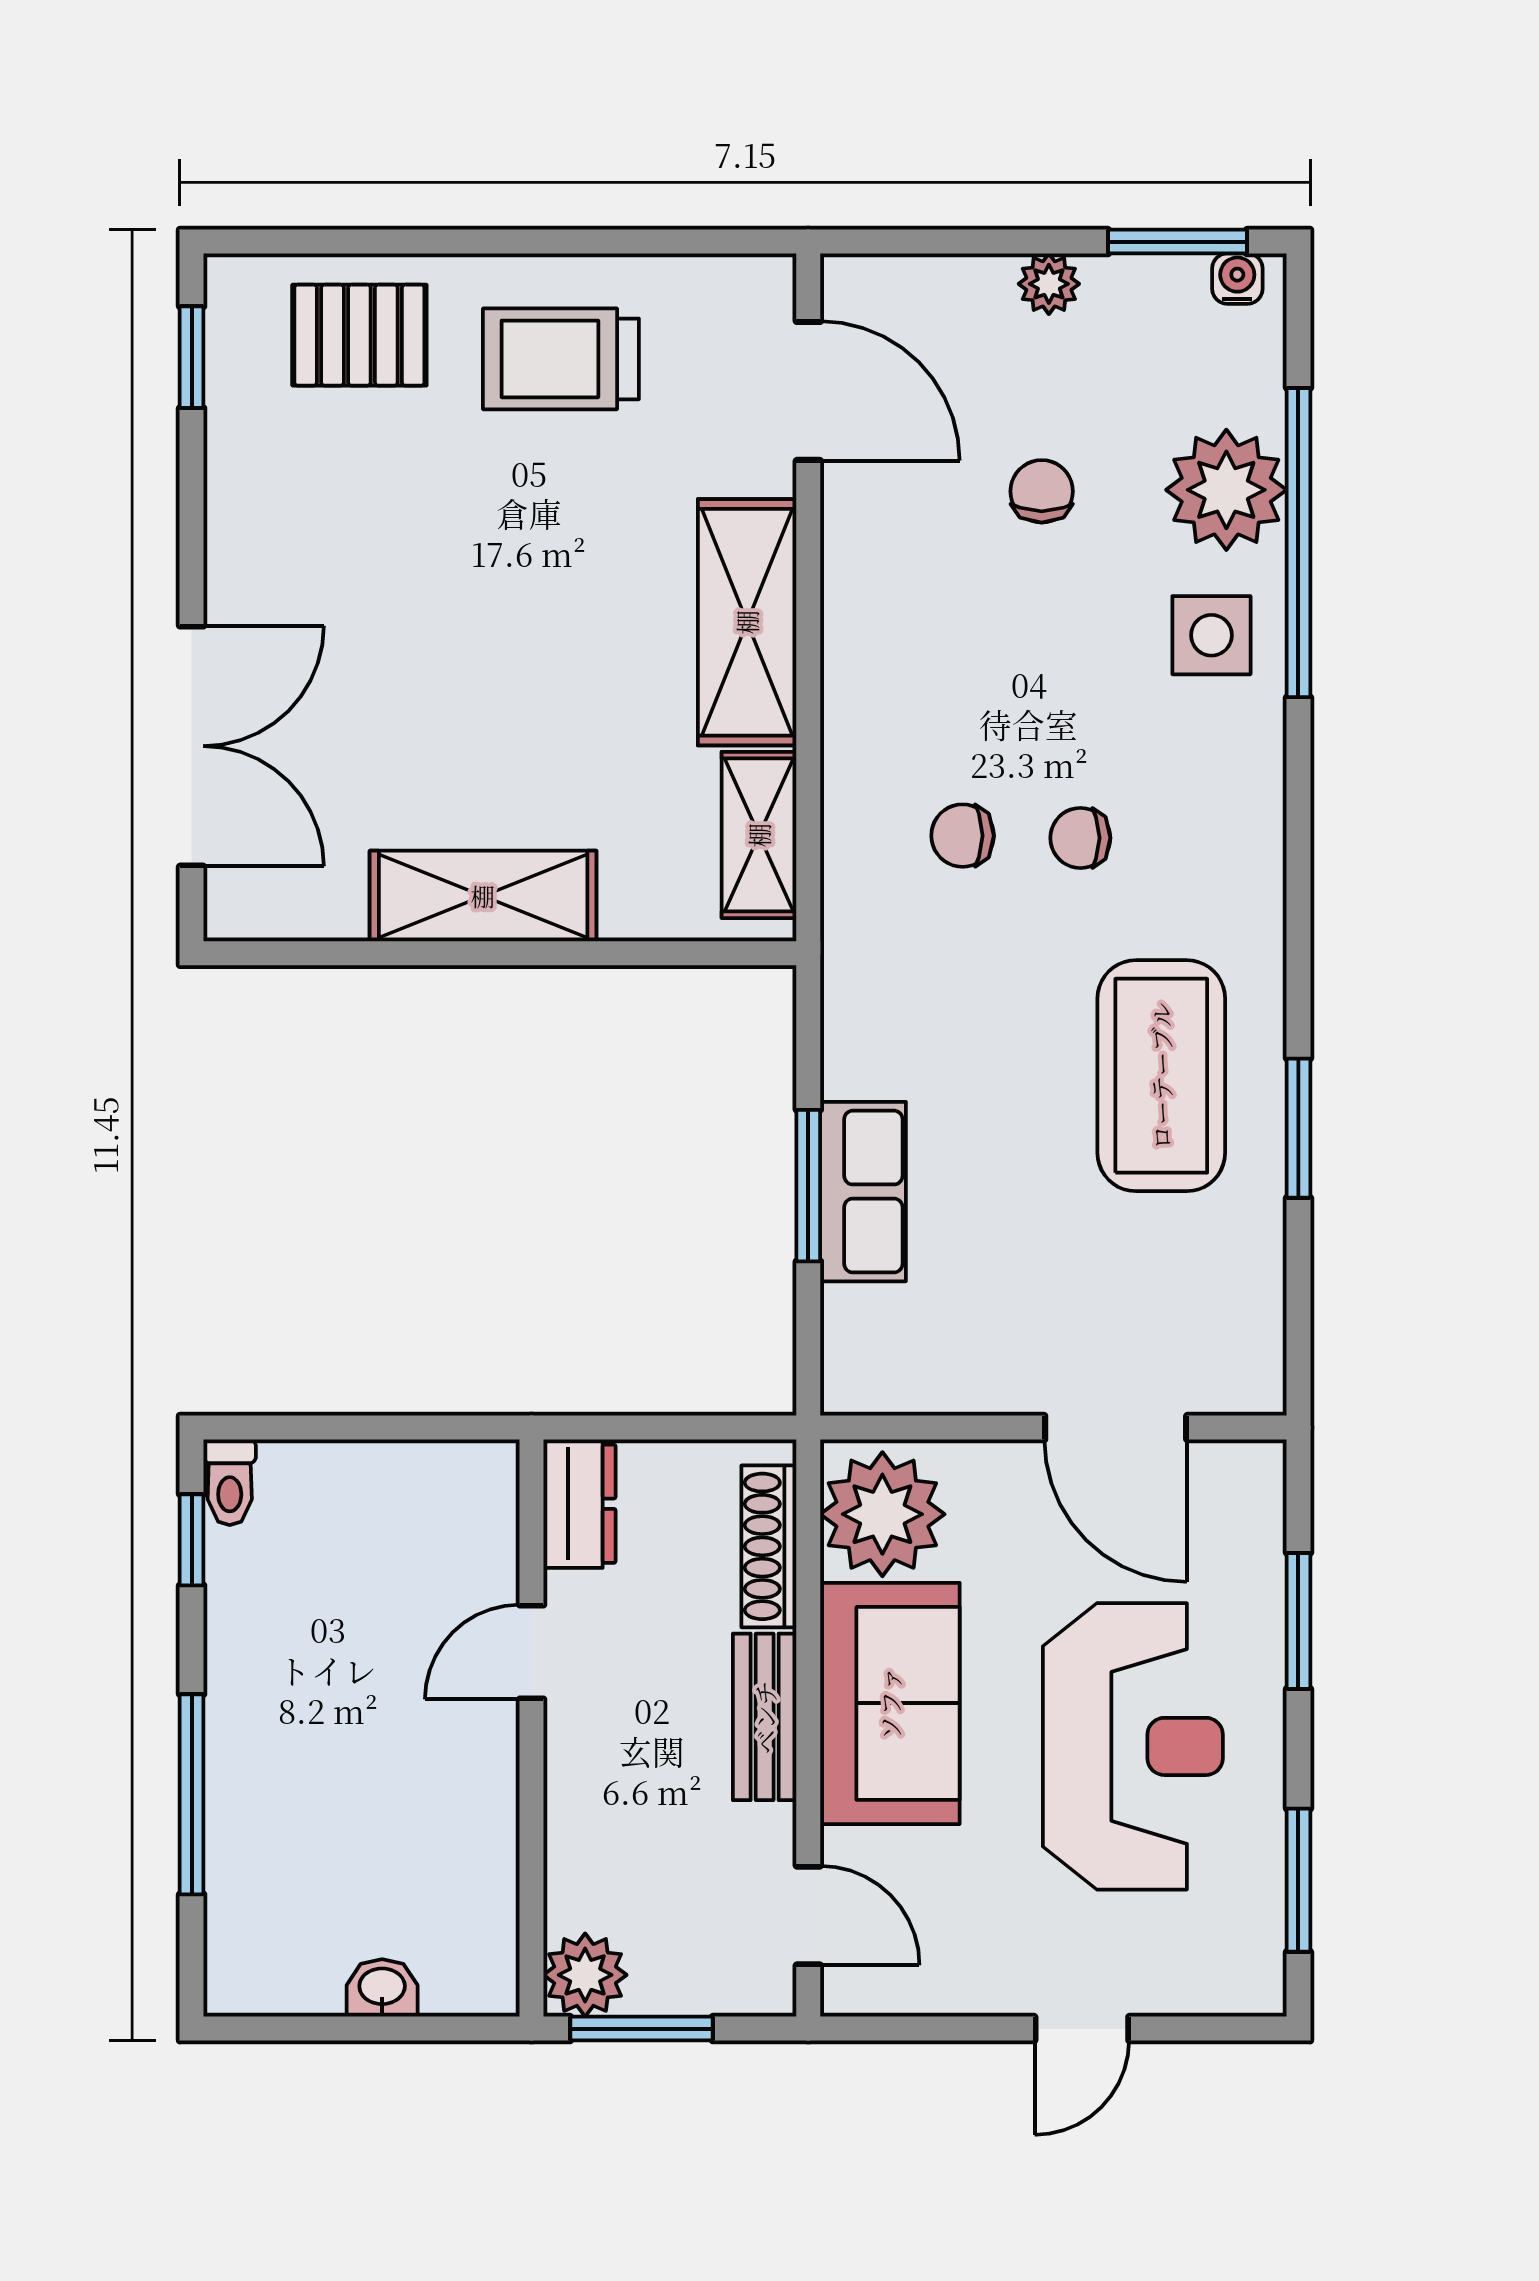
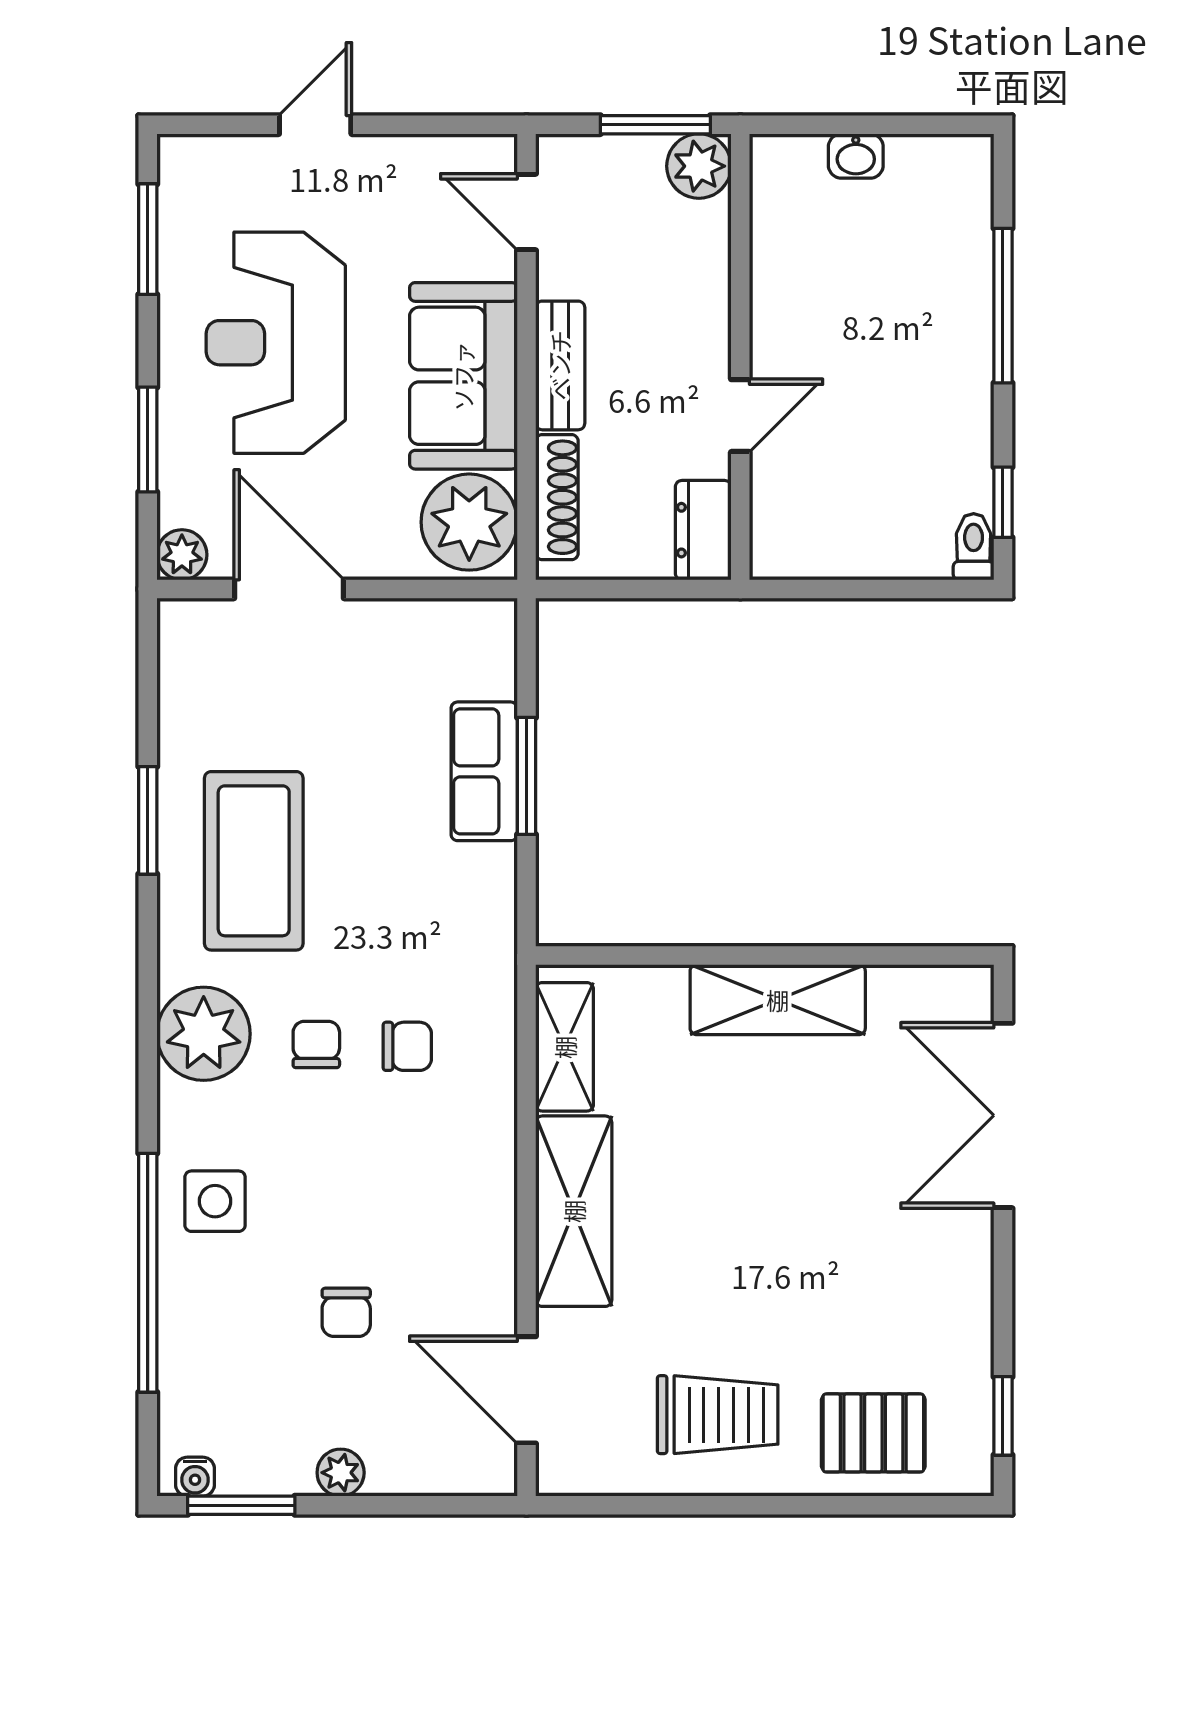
plant: (1226, 490) -> (204, 1034), moved
chair: (1080, 838) -> (316, 1044), turned -90
plant: (1254, 1472) -> (182, 555), added

